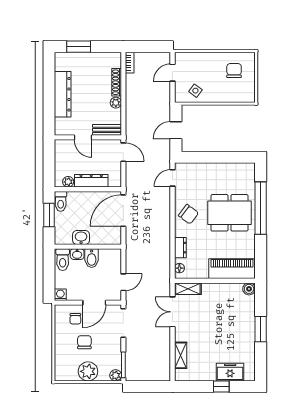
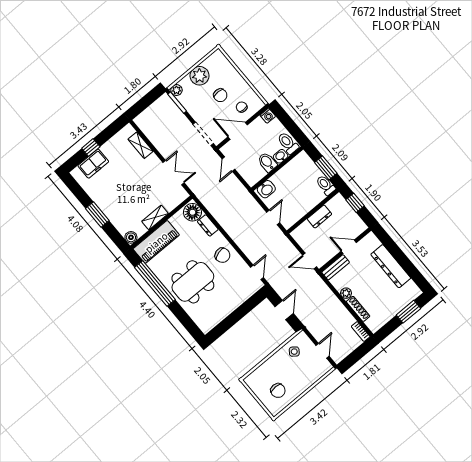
window: (49, 168) -> (355, 203), added
dresser: (91, 181) -> (319, 217), width x0.70
plant: (68, 182) -> (332, 204), removed
window: (261, 208) -> (155, 283), moved
door: (123, 211) -> (273, 217), width x0.53
chair: (188, 214) -> (222, 255), turned -143
washbasin: (81, 237) -> (266, 189), moved
floor lamp: (179, 268) -> (192, 212), width x1.89, depth x1.89
shelving: (188, 289) -> (155, 217), moved
door: (94, 303) -> (238, 131), hinge flipped

